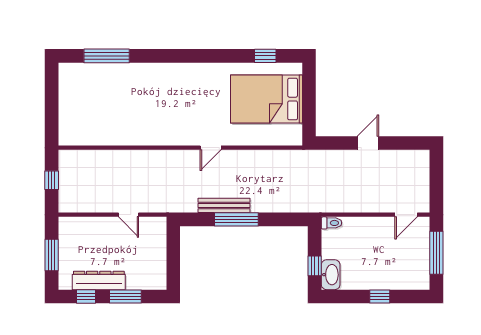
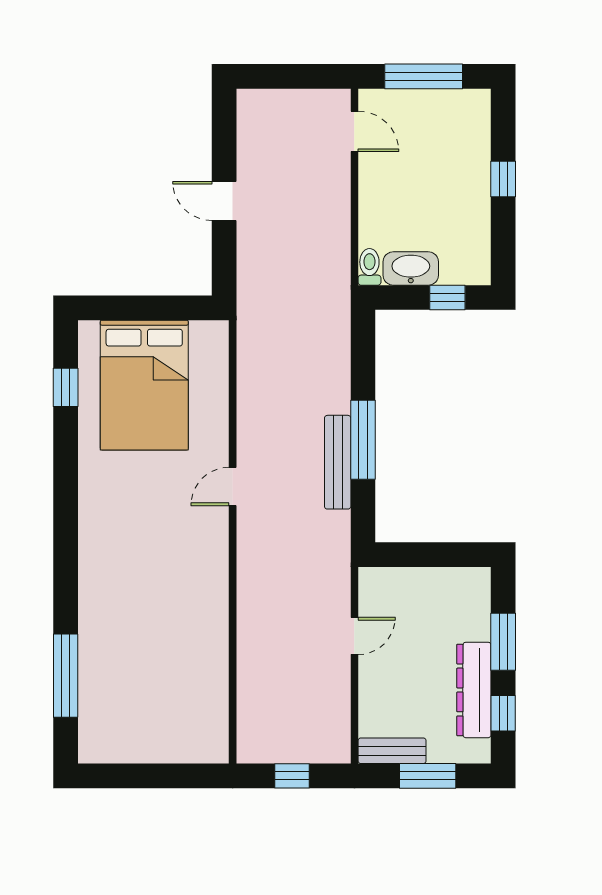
door: (211, 148) -> (233, 487), swing flipped
bench: (65, 235) -> (392, 751), added
washbasin: (331, 275) -> (411, 268), moved

